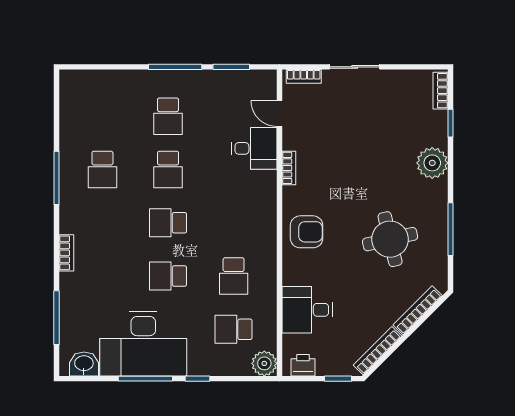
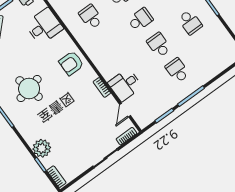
door: (279, 114) -> (125, 110), swing flipped
plant: (432, 163) -> (42, 148), moved
school desk: (102, 169) -> (190, 22), turned 180

